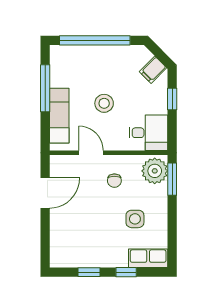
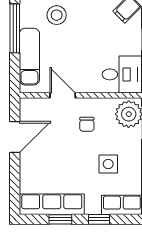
stool: (104, 103) -> (57, 15), moved
row of seats: (81, 258) -> (52, 204), added

